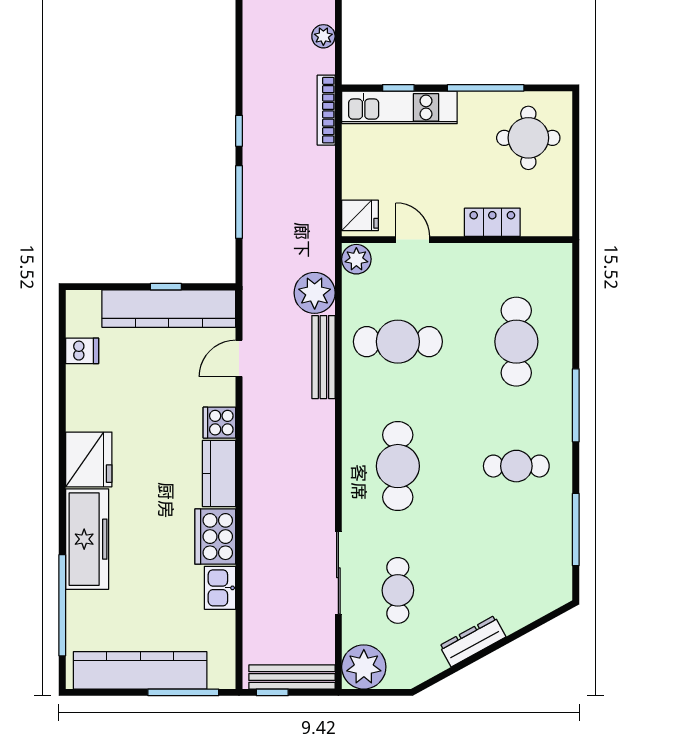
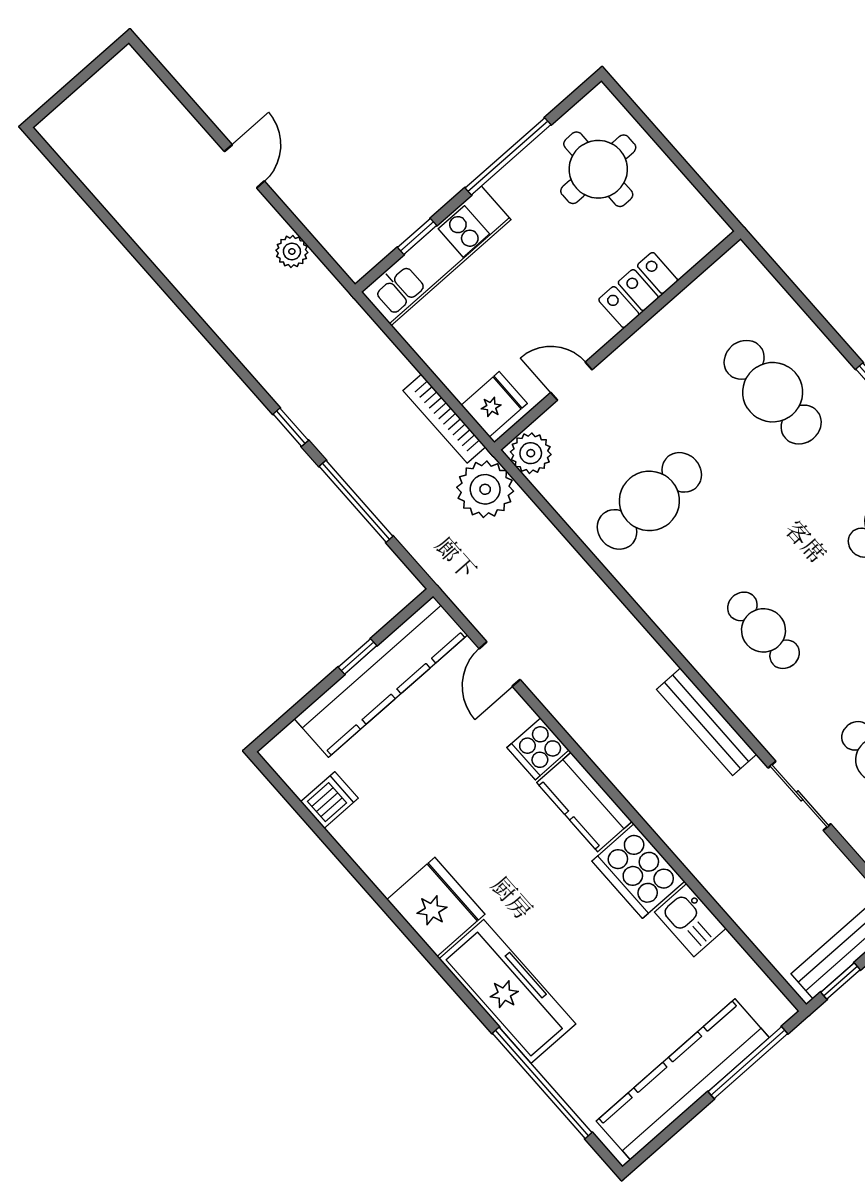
bookcase: (326, 110) -> (444, 419), moved
plant: (315, 293) -> (485, 489), moved
bench: (323, 357) -> (707, 722), moved
cafe table: (398, 466) -> (763, 630), width x0.73, depth x0.74
sliding door: (338, 573) -> (799, 796), width x0.73

